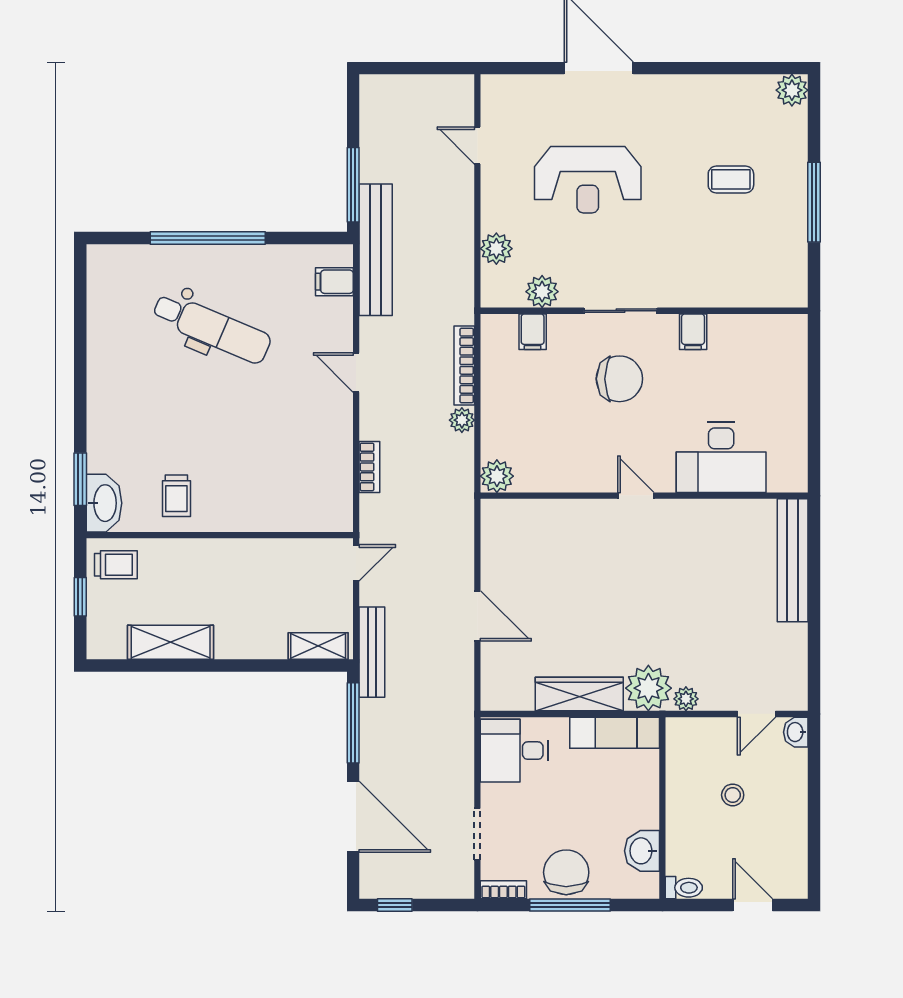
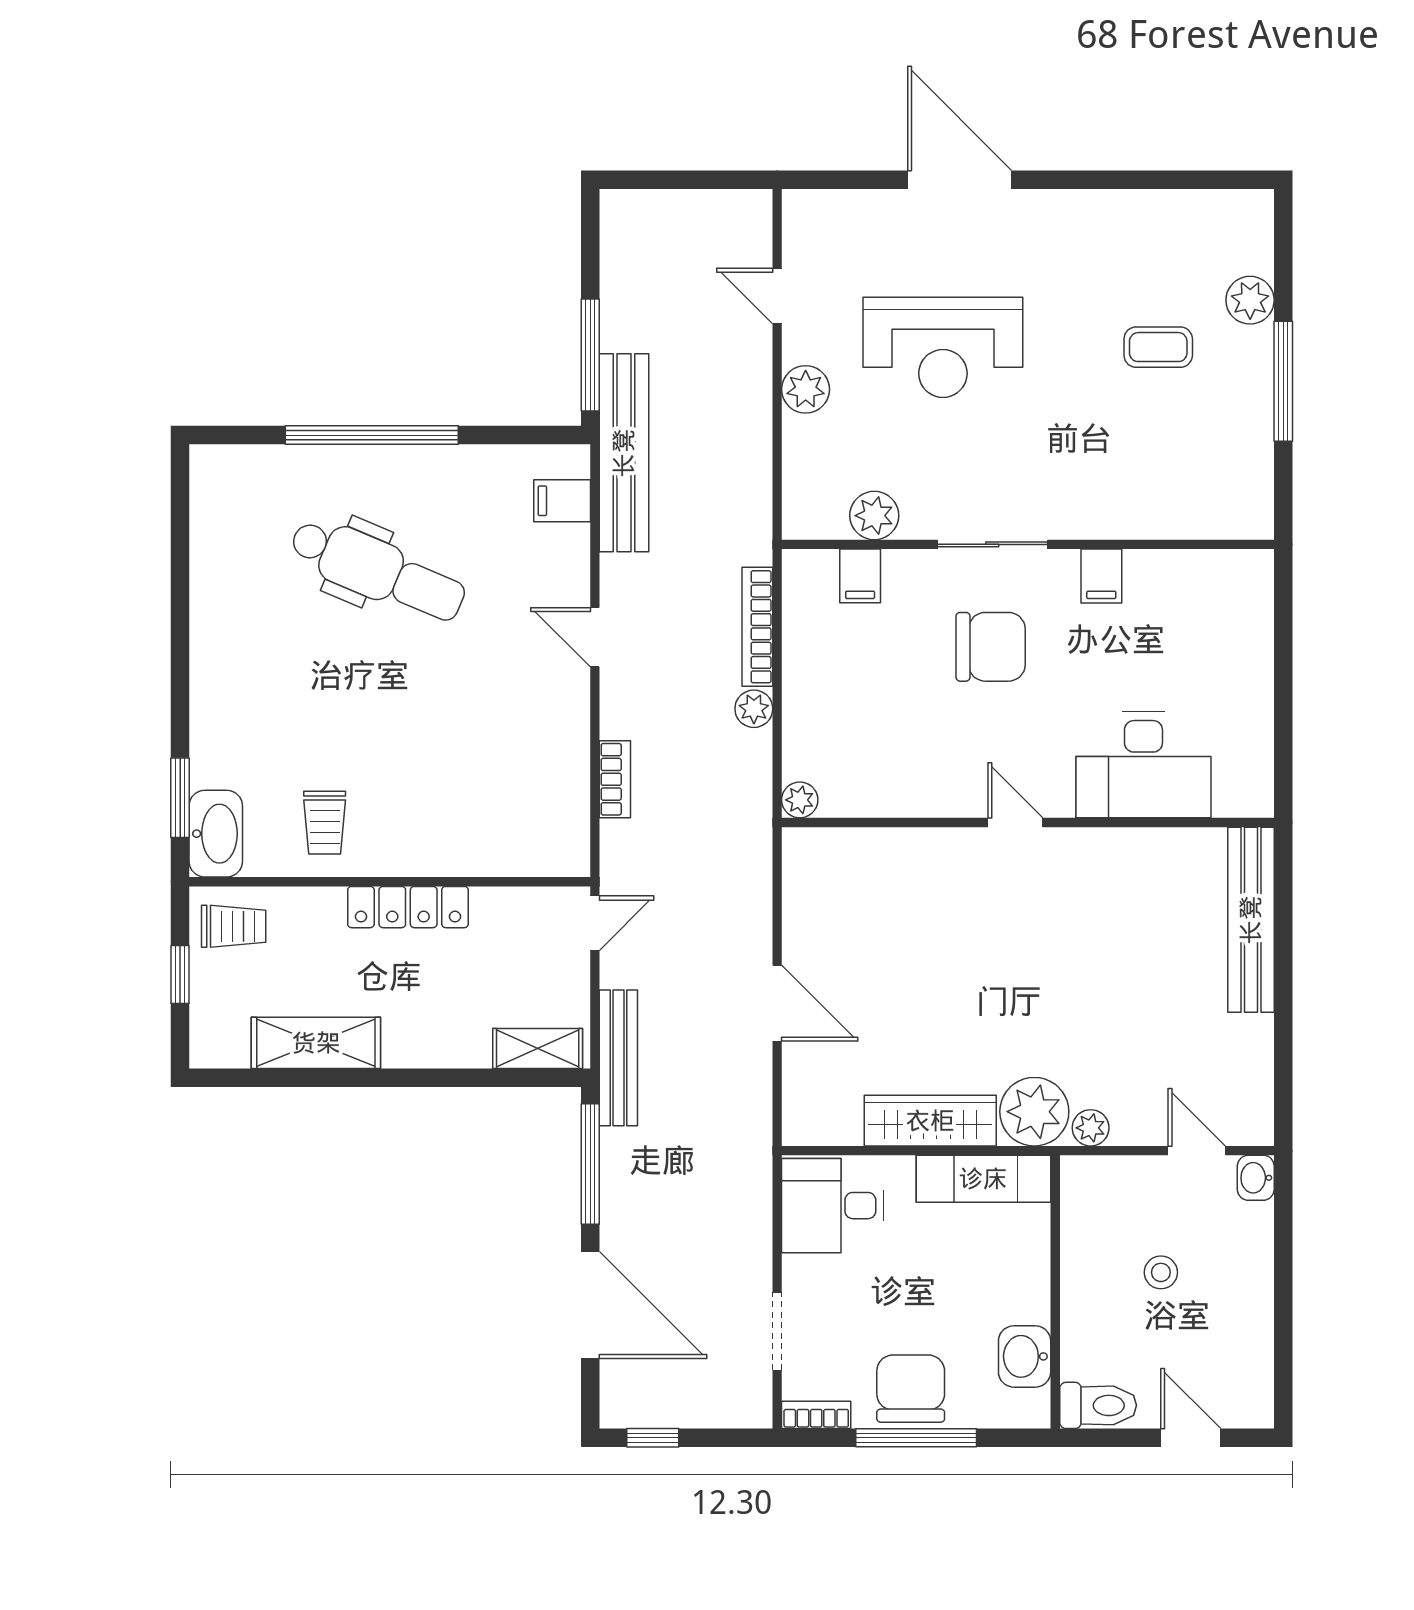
plant: (792, 90) -> (1250, 300), moved
plant: (496, 249) -> (806, 389), moved
plant: (497, 476) -> (800, 800), width x0.73, depth x0.73
locker: (232, 552) -> (408, 907), added
door: (756, 714) -> (1197, 1151), swing flipped
toilet: (684, 888) -> (1098, 1405), width x1.37, depth x1.39

